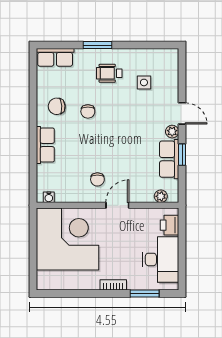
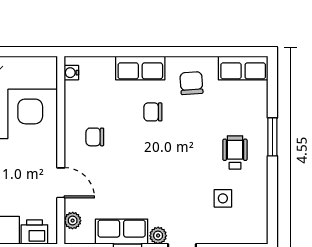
row of seats: (55, 57) -> (243, 68), moved, turned -90
chair: (88, 111) -> (153, 112), moved
door: (117, 205) -> (61, 183), moved

